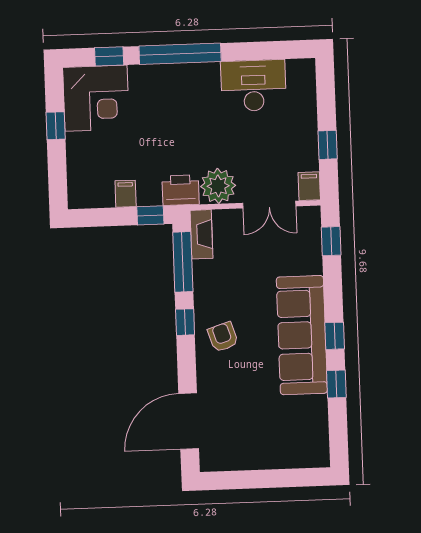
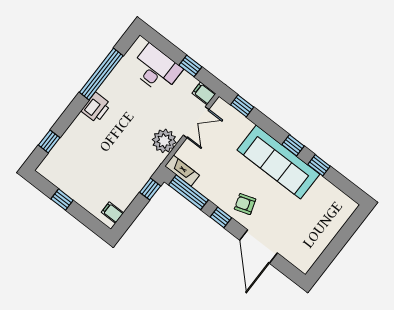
window: (180, 54) -> (101, 74), moved
desk: (253, 86) -> (156, 69), moved, turned 90
corner desk: (96, 98) -> (65, 167), removed
printer: (181, 190) -> (96, 108), moved, turned 180
filing cabinet: (126, 194) -> (113, 213), moved
door: (189, 421) -> (259, 246), moved

